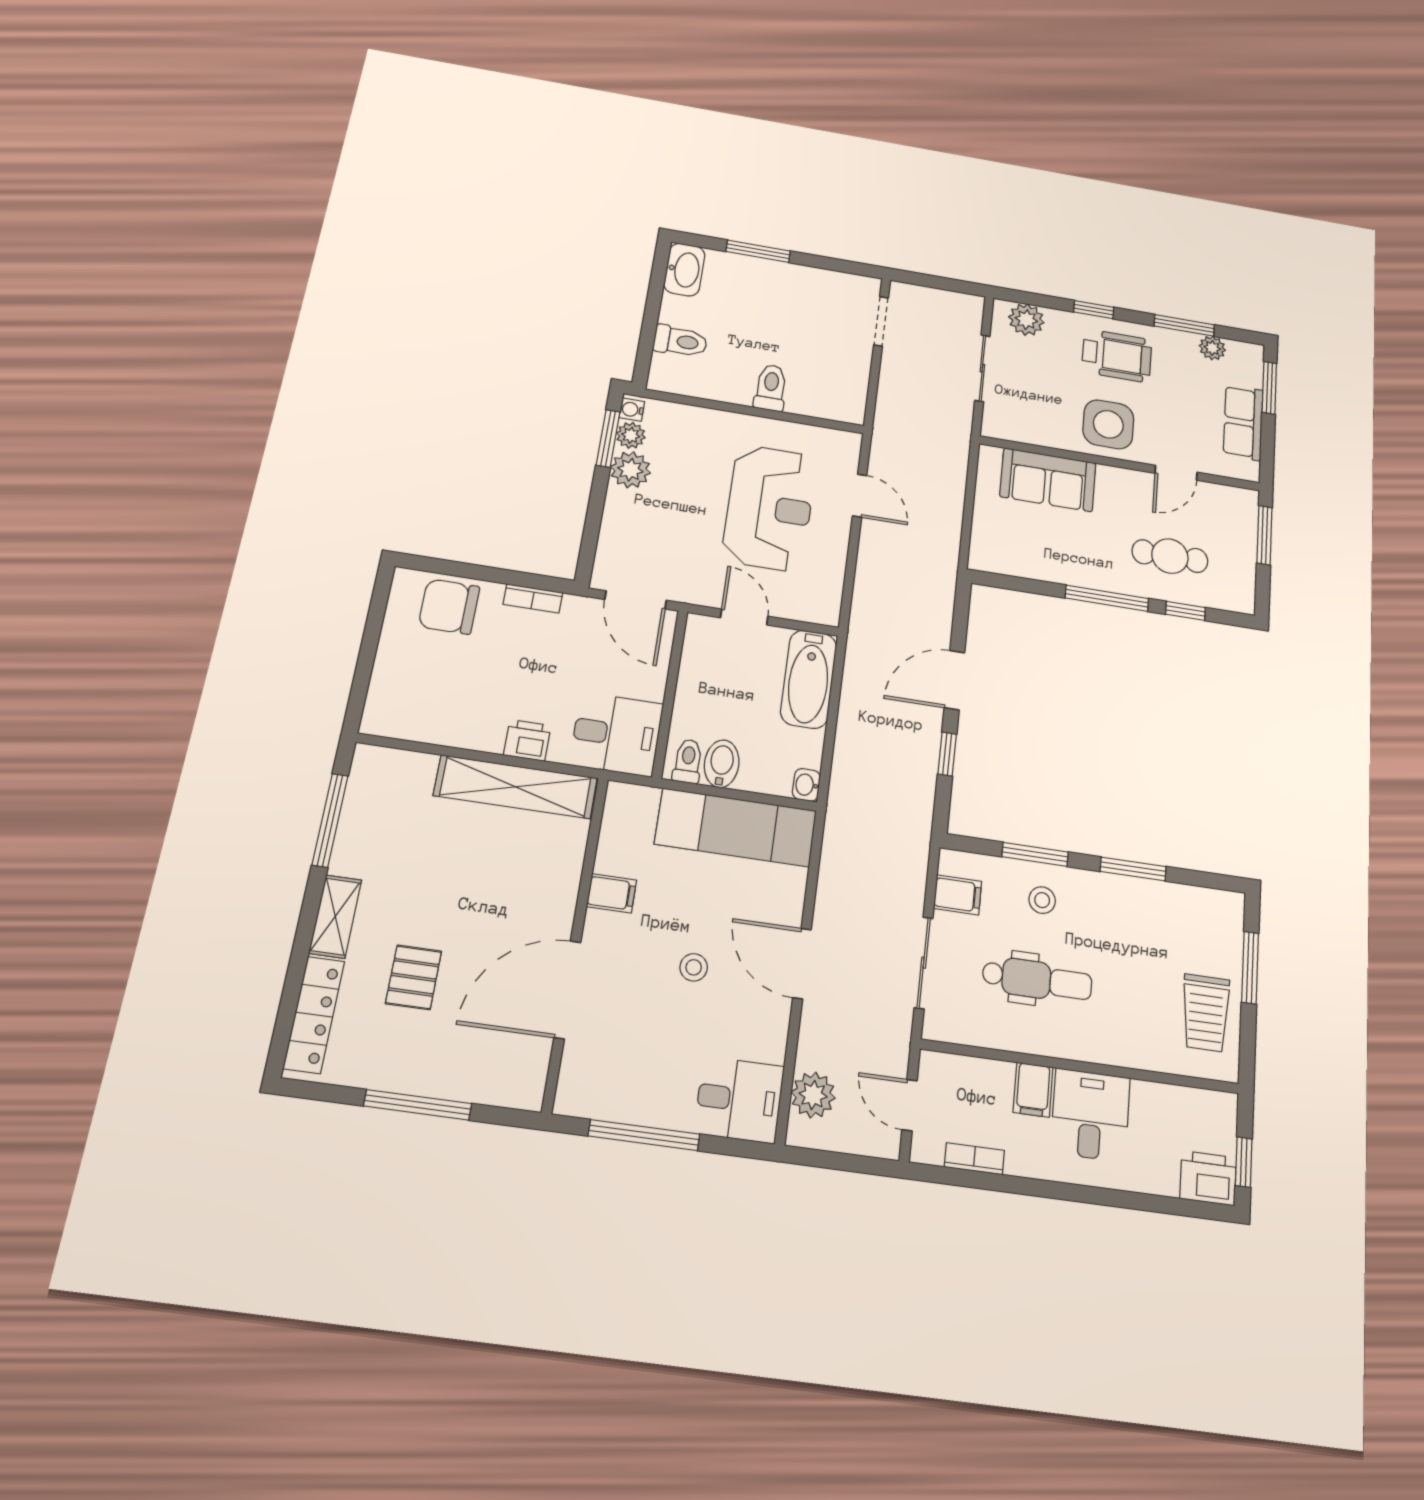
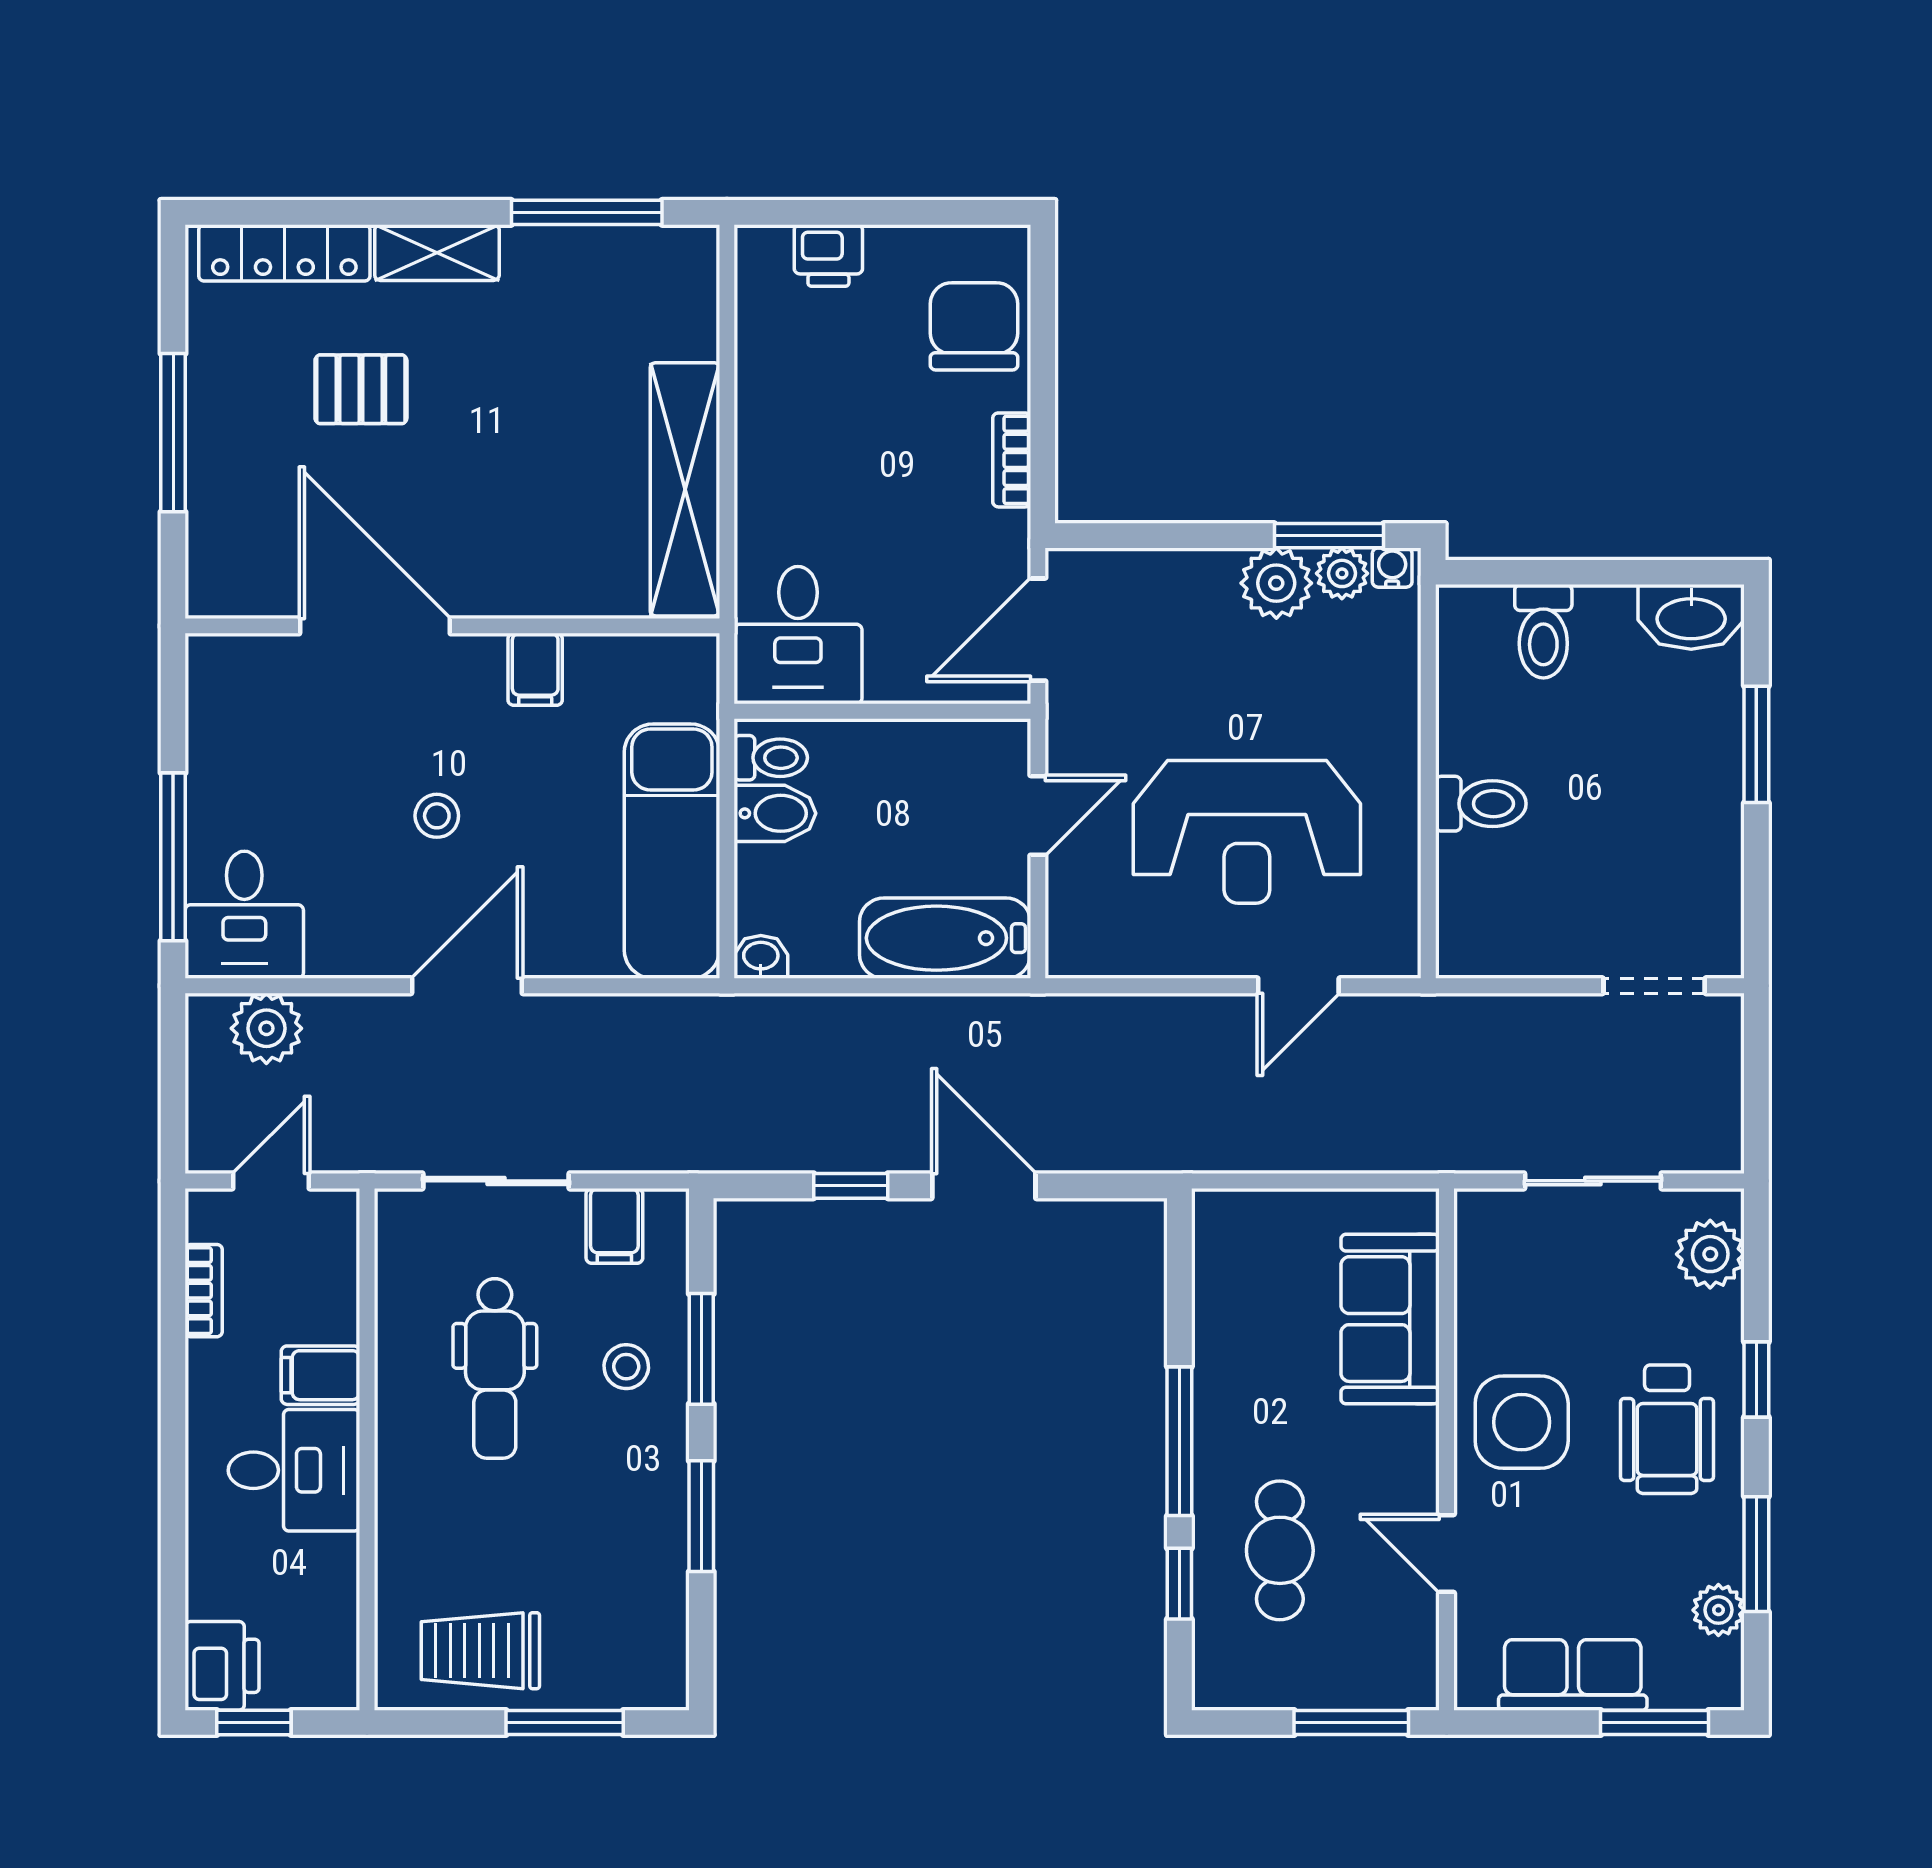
printer: (527, 740) -> (828, 256), moved, turned 90
window: (644, 1135) -> (173, 857), moved

